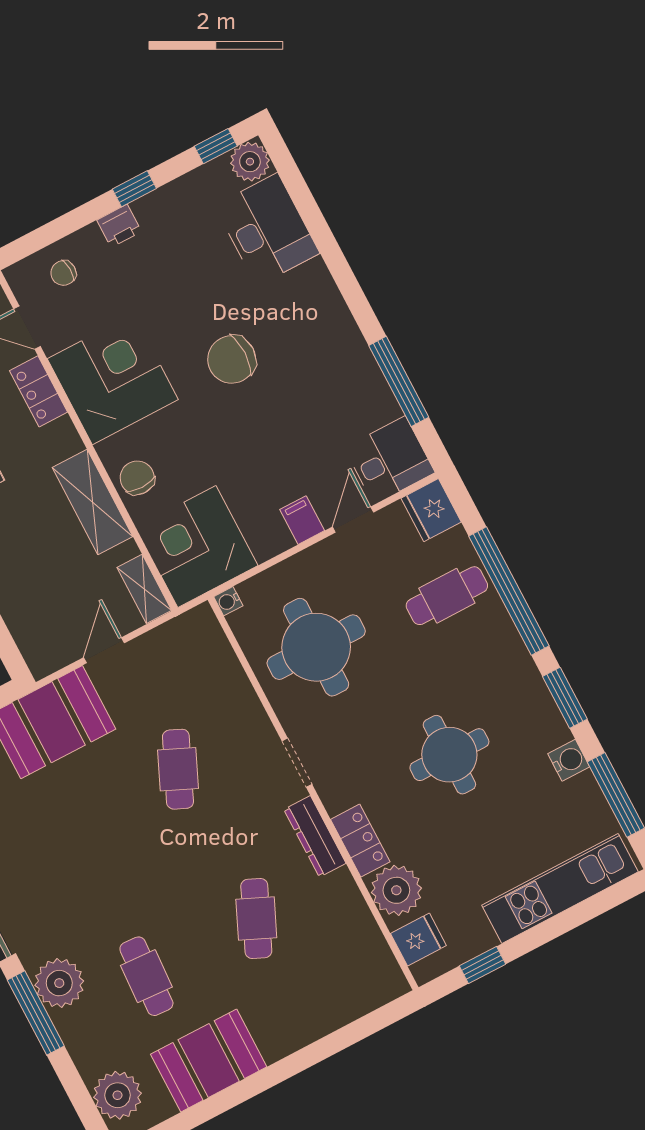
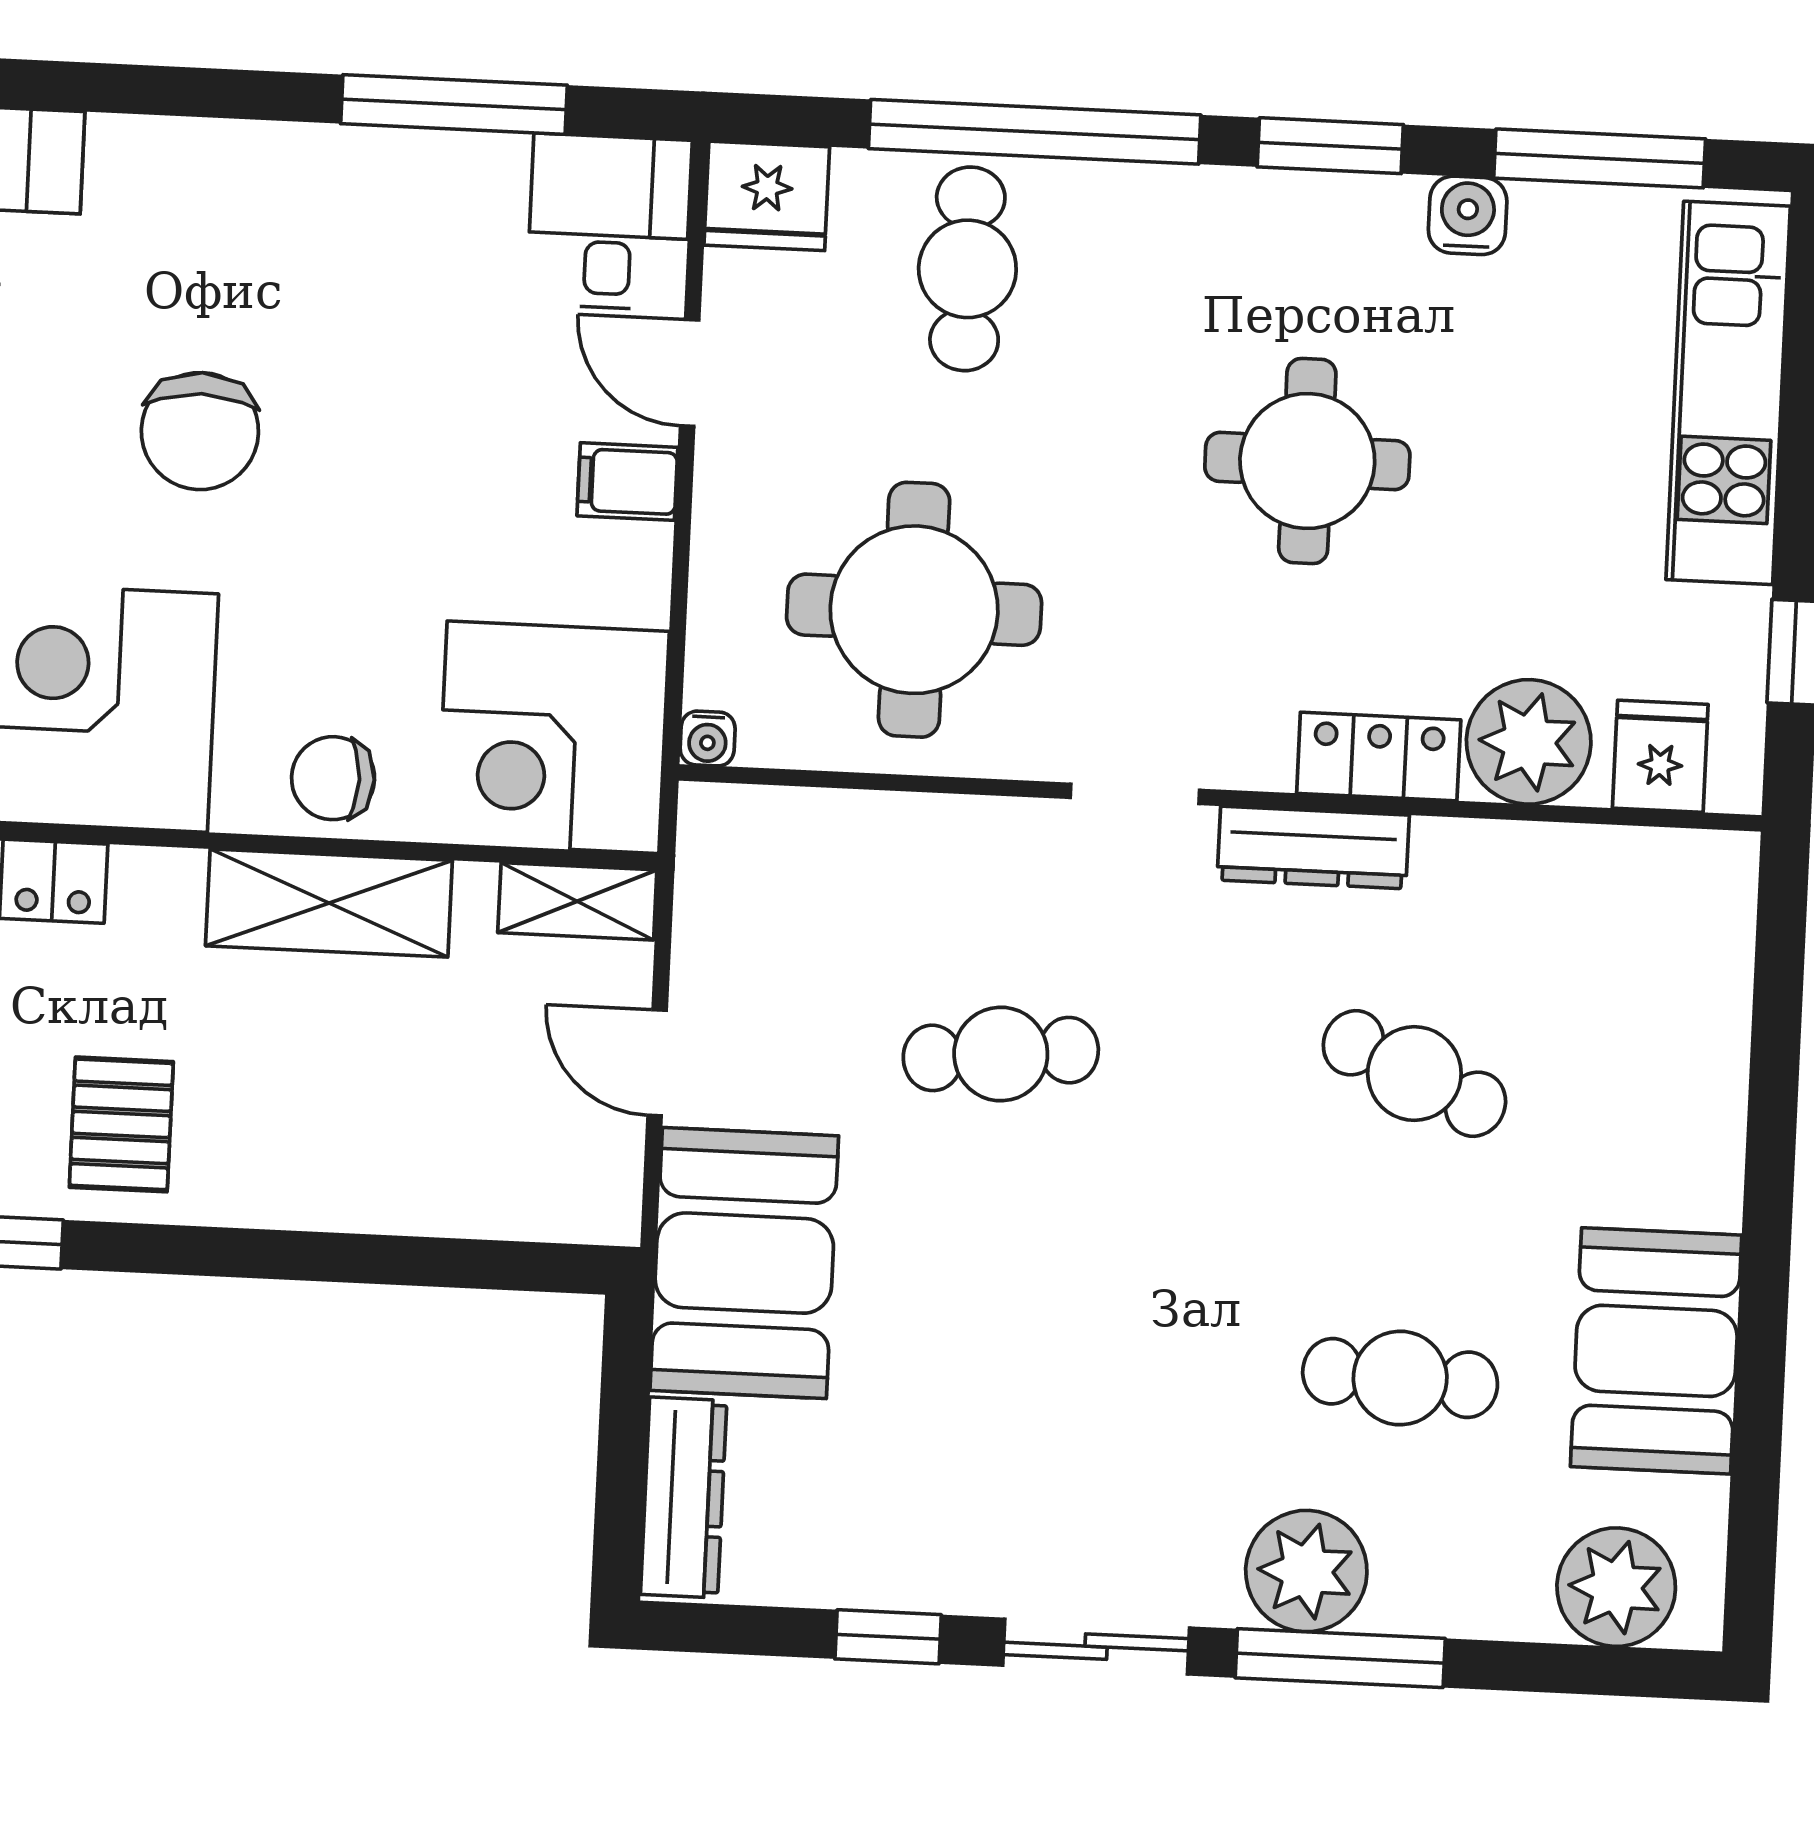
cafe table: (178, 769) -> (1001, 1054), turned -30

